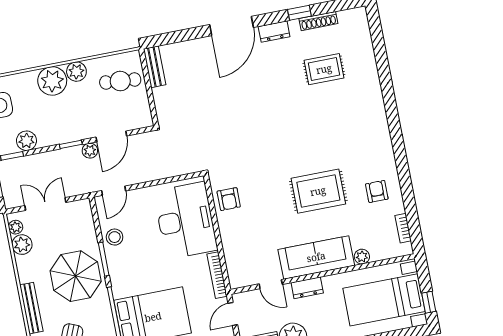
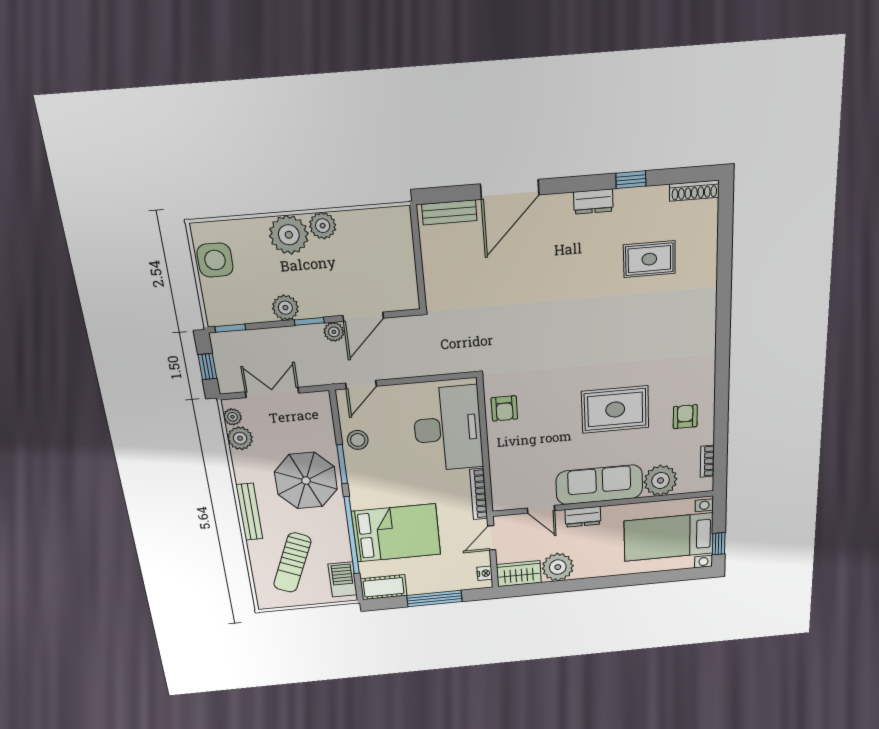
shoe rack: (318, 21) -> (694, 191), moved
door: (231, 26) -> (510, 189), moved
bench: (155, 67) -> (449, 212), moved, turned 90
cafe table: (120, 81) -> (381, 245), removed
plant: (26, 141) -> (285, 308), moved
plant: (362, 257) -> (661, 480), width x1.88, depth x1.88

